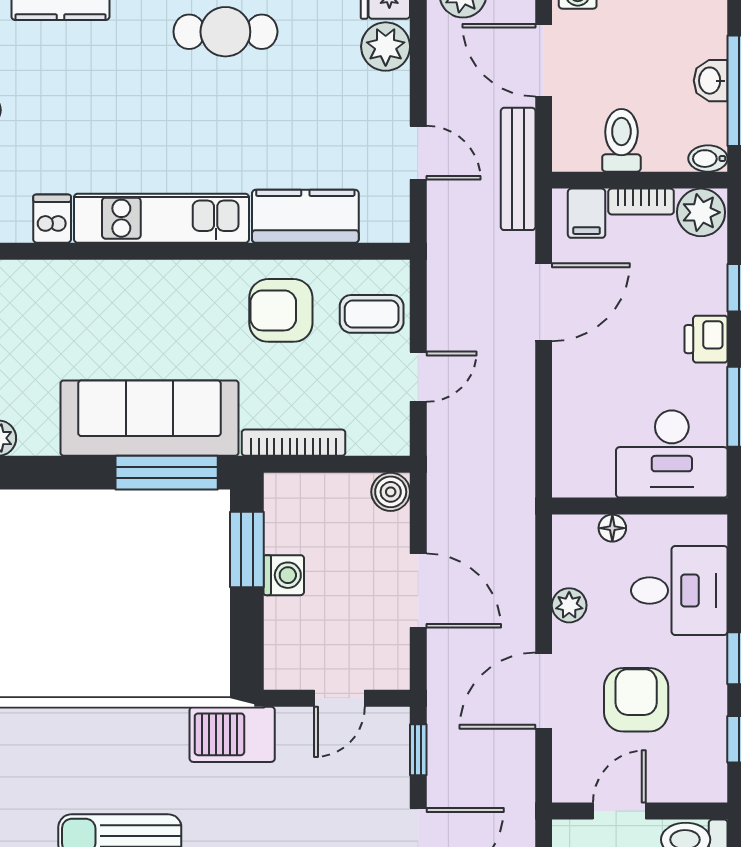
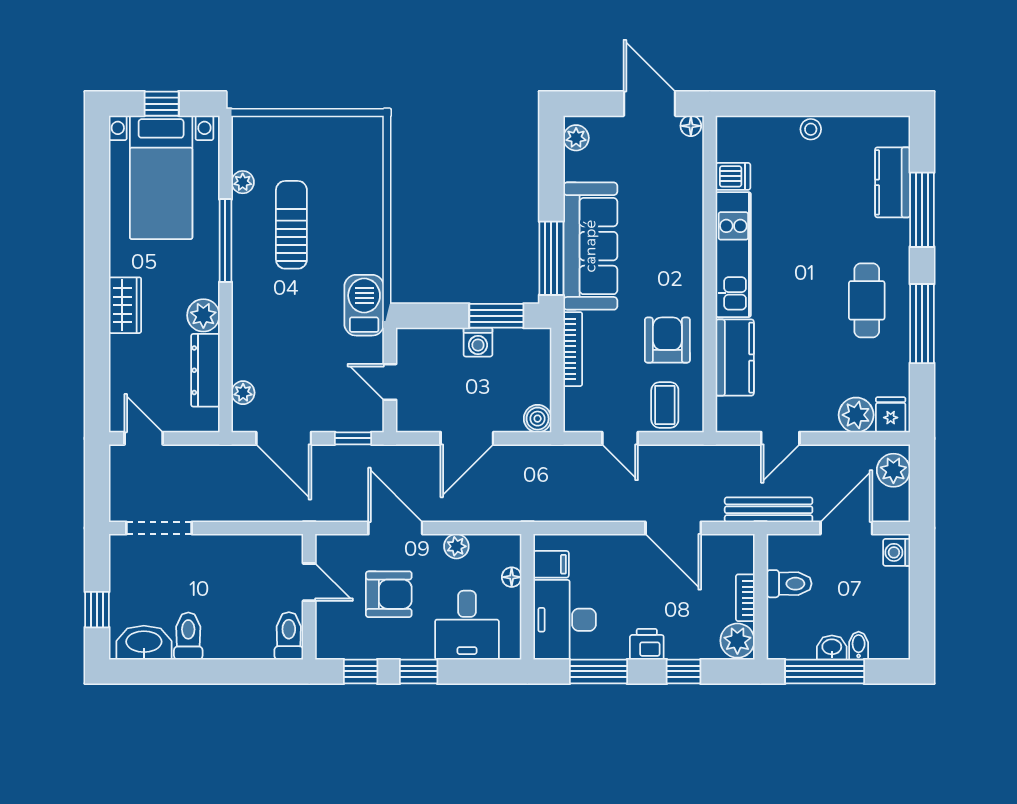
bidet: (708, 159) -> (859, 646), moved
filing cabinet: (587, 213) -> (551, 564), moved, turned 180

